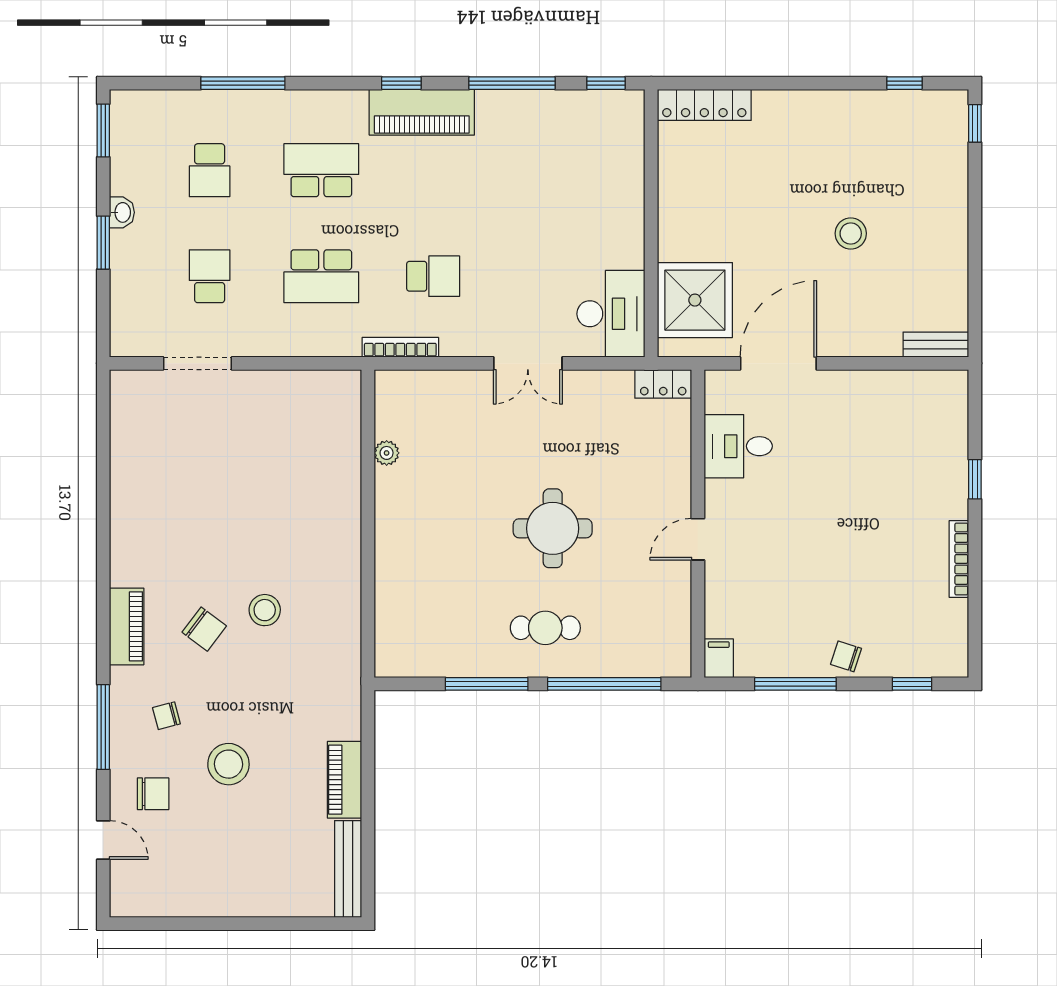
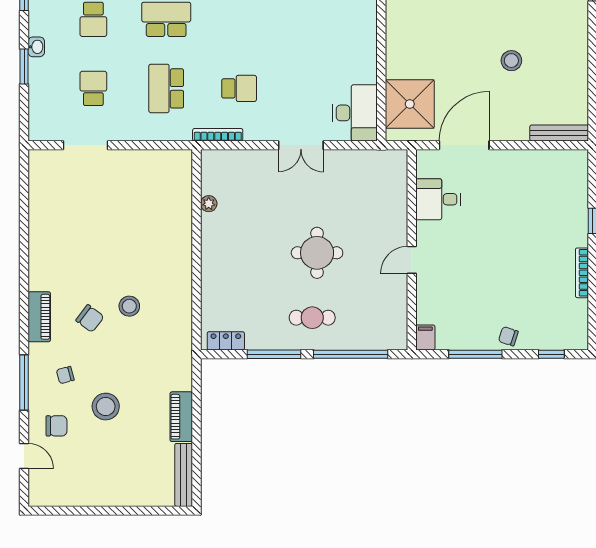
school desk: (321, 276) -> (166, 88), turned 90
bench: (936, 345) -> (559, 133), width x1.36
locker: (663, 384) -> (226, 341), moved, turned 180

